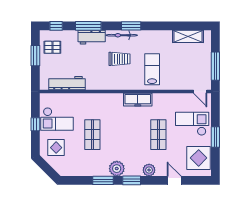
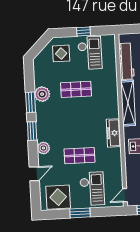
shelving: (109, 84) -> (128, 103), added
checkout: (57, 119) -> (90, 53), turned 180
plant: (117, 169) -> (42, 94), moved

